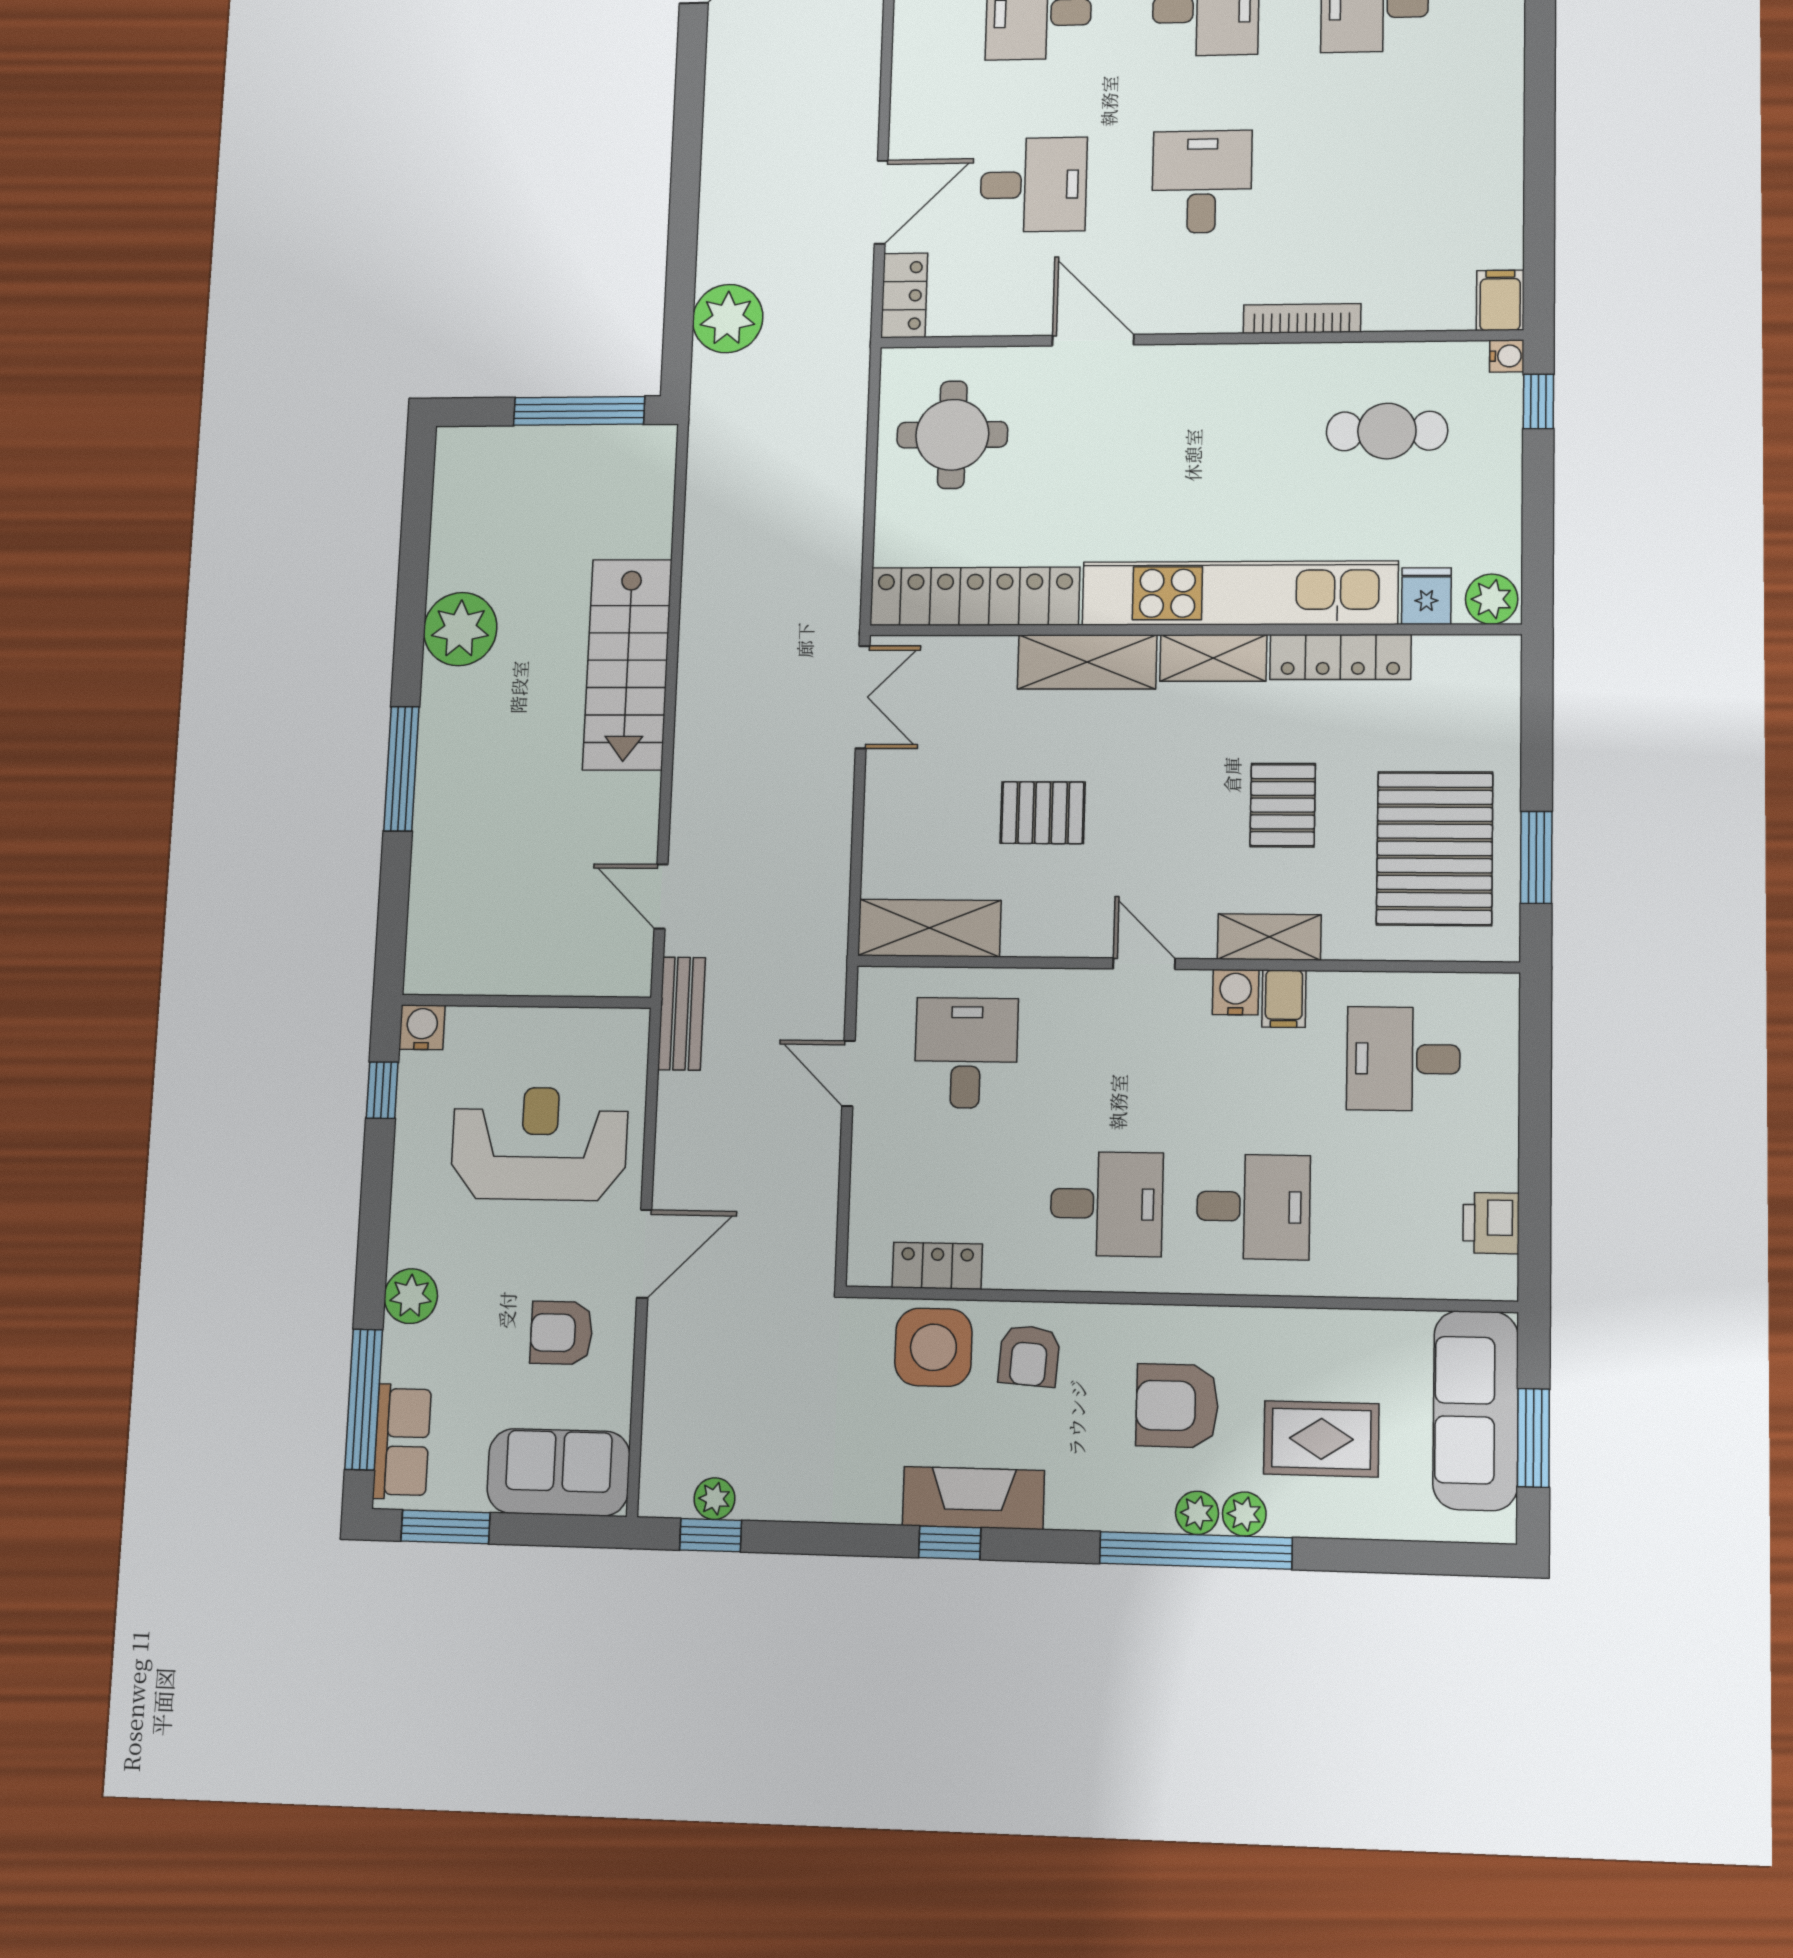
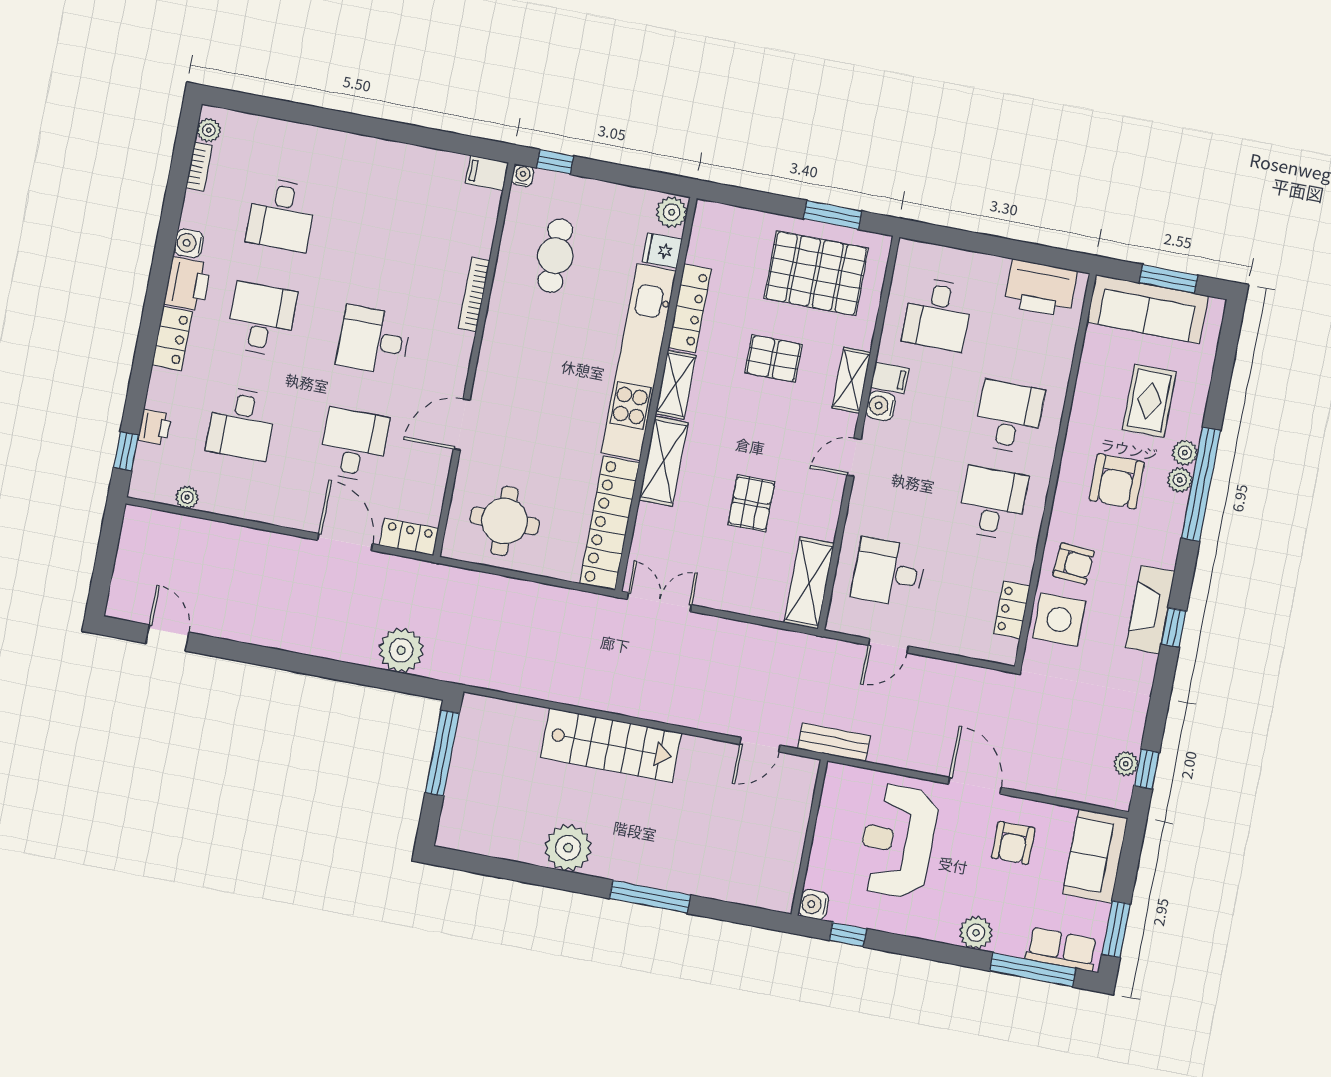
printer: (1491, 1223) -> (1041, 288), width x1.87, depth x1.48

